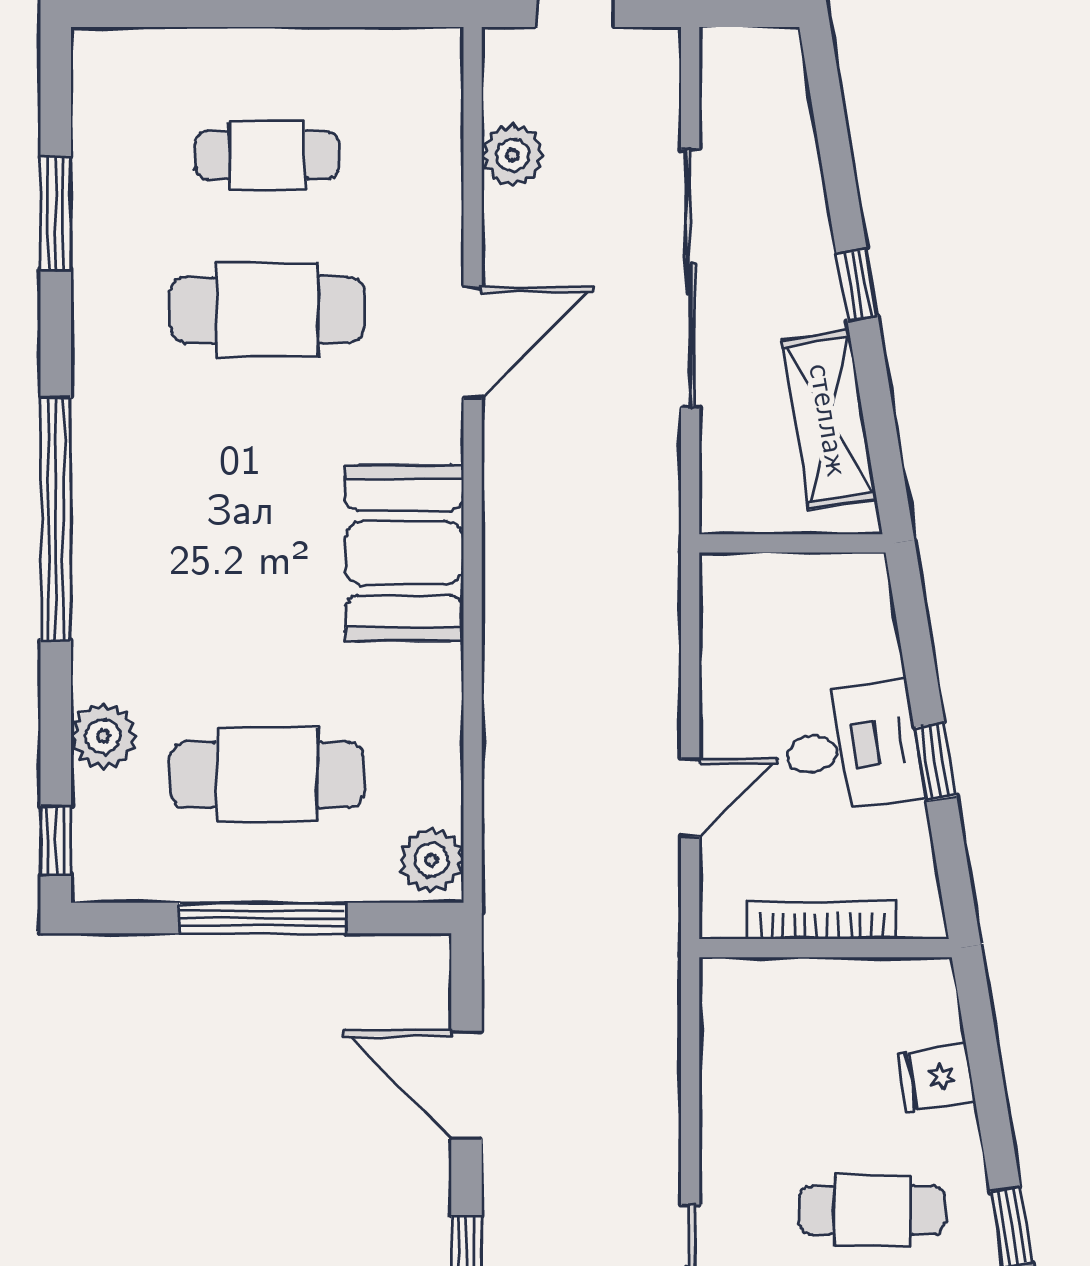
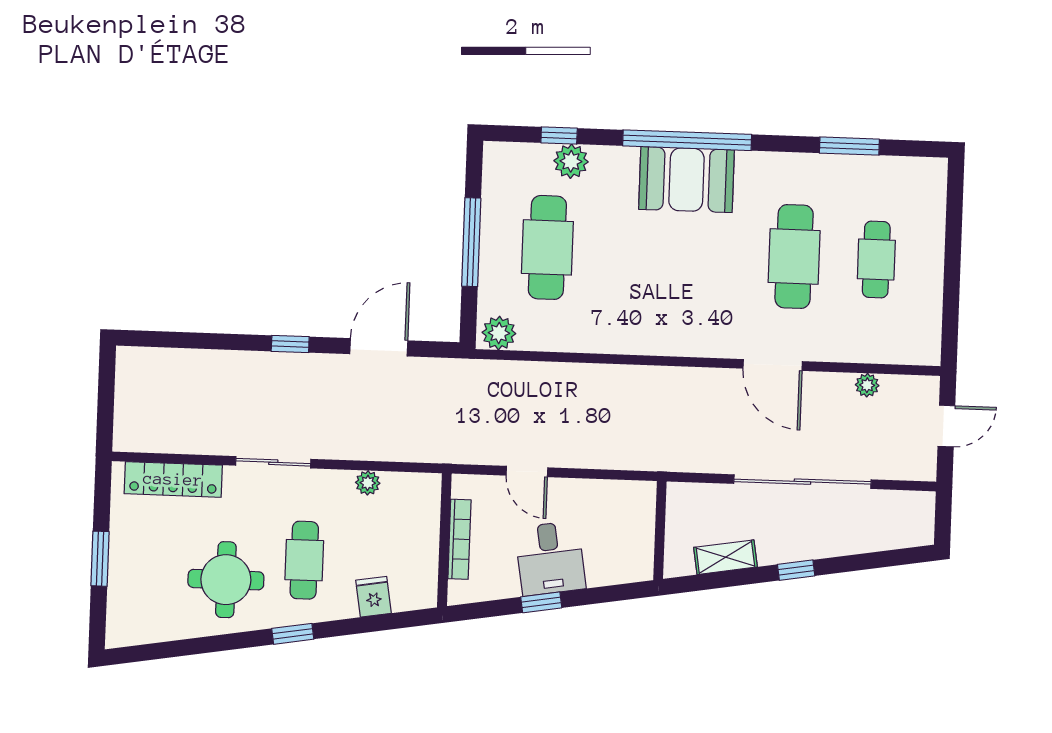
plant: (513, 155) -> (867, 385), width x0.73, depth x0.73
shelving: (829, 420) -> (725, 557), width x0.67, depth x0.75
booth: (404, 553) -> (686, 180), moved
window: (56, 840) -> (559, 135), moved
plant: (722, 1096) -> (368, 483), added

